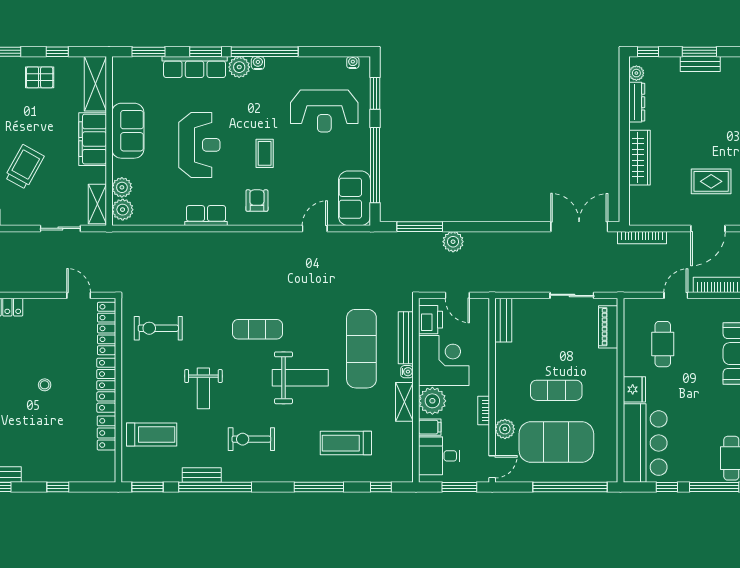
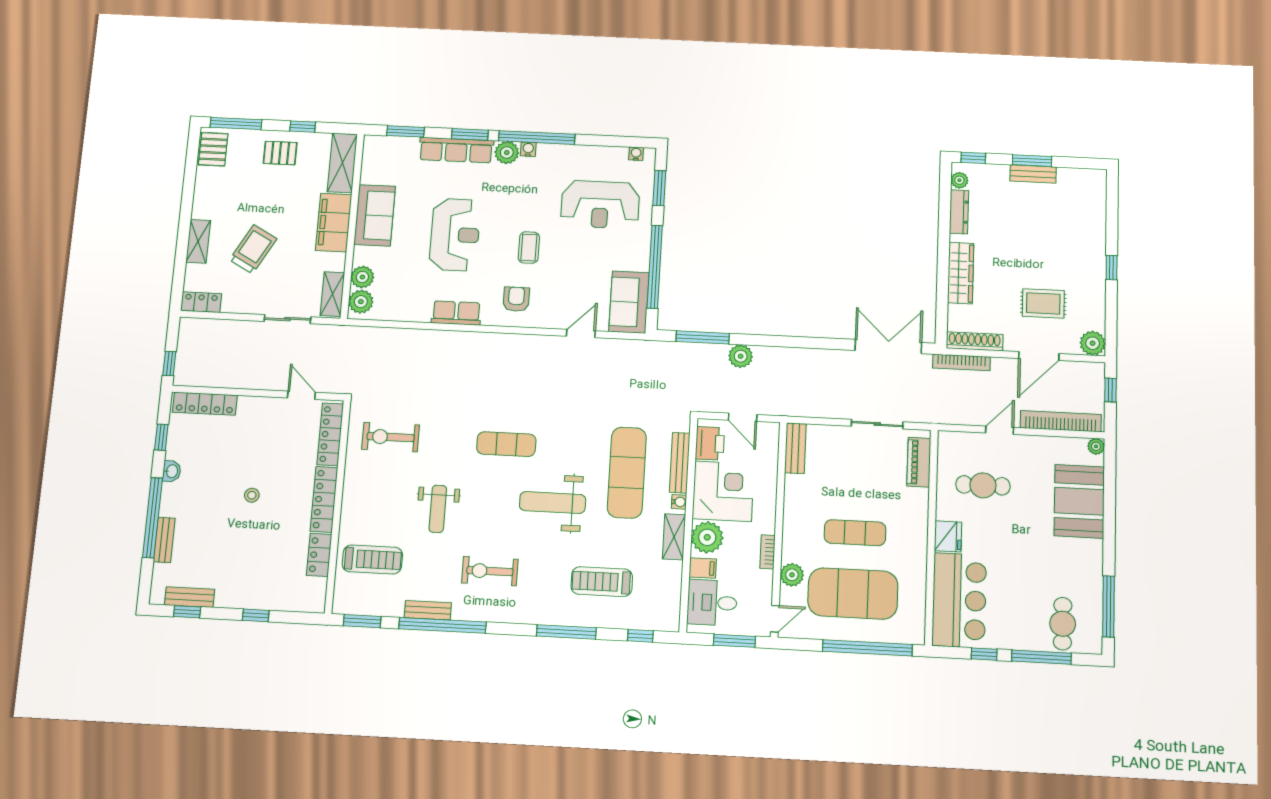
shoe rack: (653, 218) -> (975, 341), added
cafe table: (663, 344) -> (983, 485), turned 90
weight bench: (300, 378) -> (553, 503), turned 180

